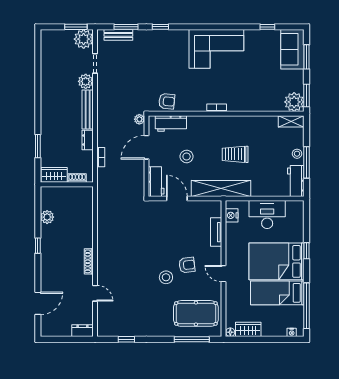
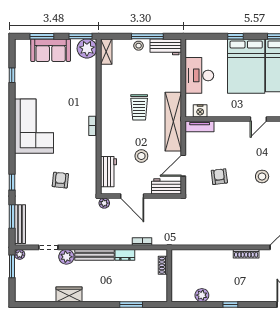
bench: (118, 35) -> (20, 224), width x1.36
plant: (84, 39) -> (20, 254), width x0.53, depth x0.53
sofa: (292, 49) -> (51, 50), moved
armchair: (167, 101) -> (60, 180), moved
wardrobe: (54, 175) -> (69, 294), moved, turned 90
tv unit: (216, 232) -> (200, 126), moved
armchair: (187, 265) -> (219, 177), moved

